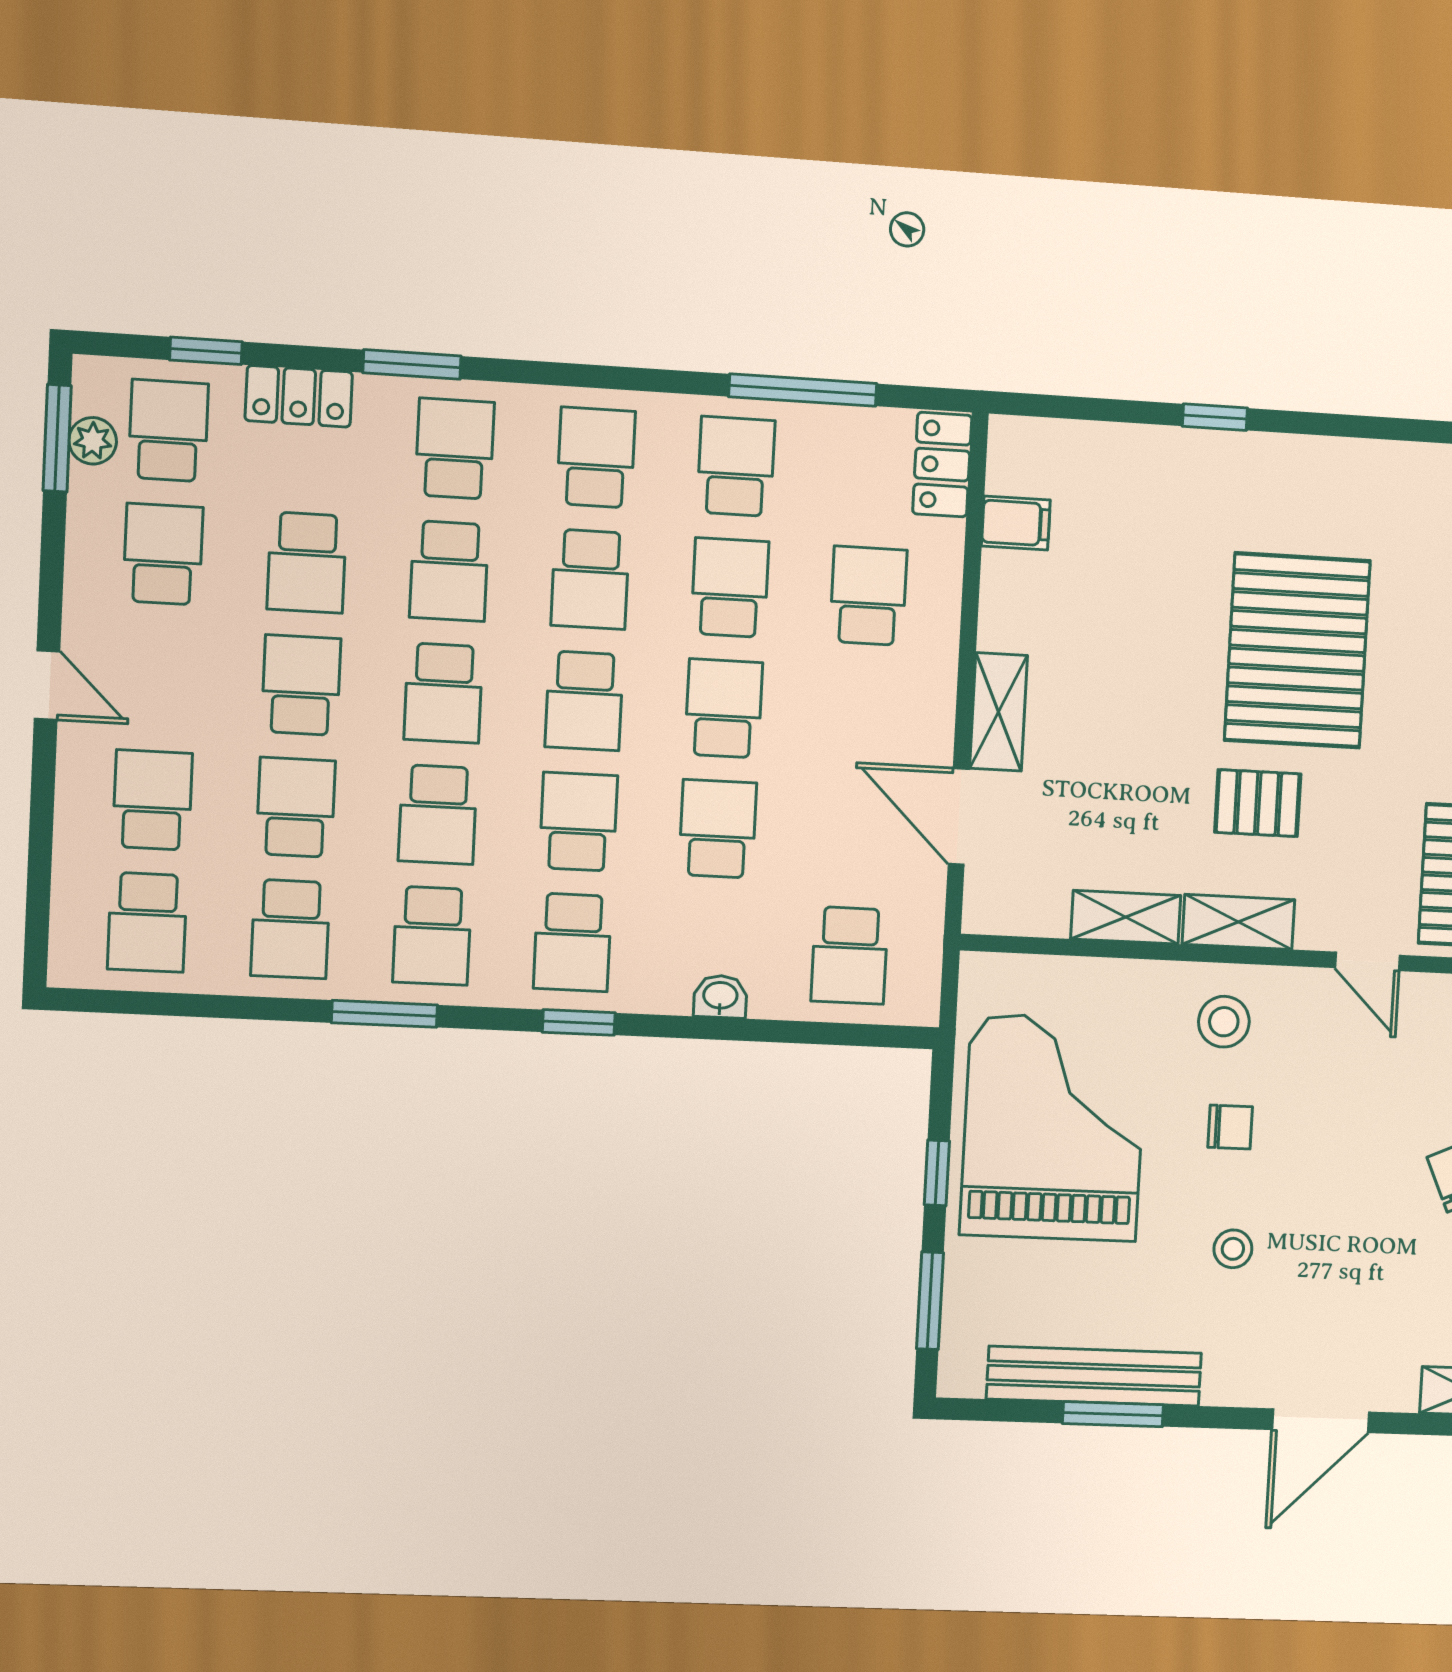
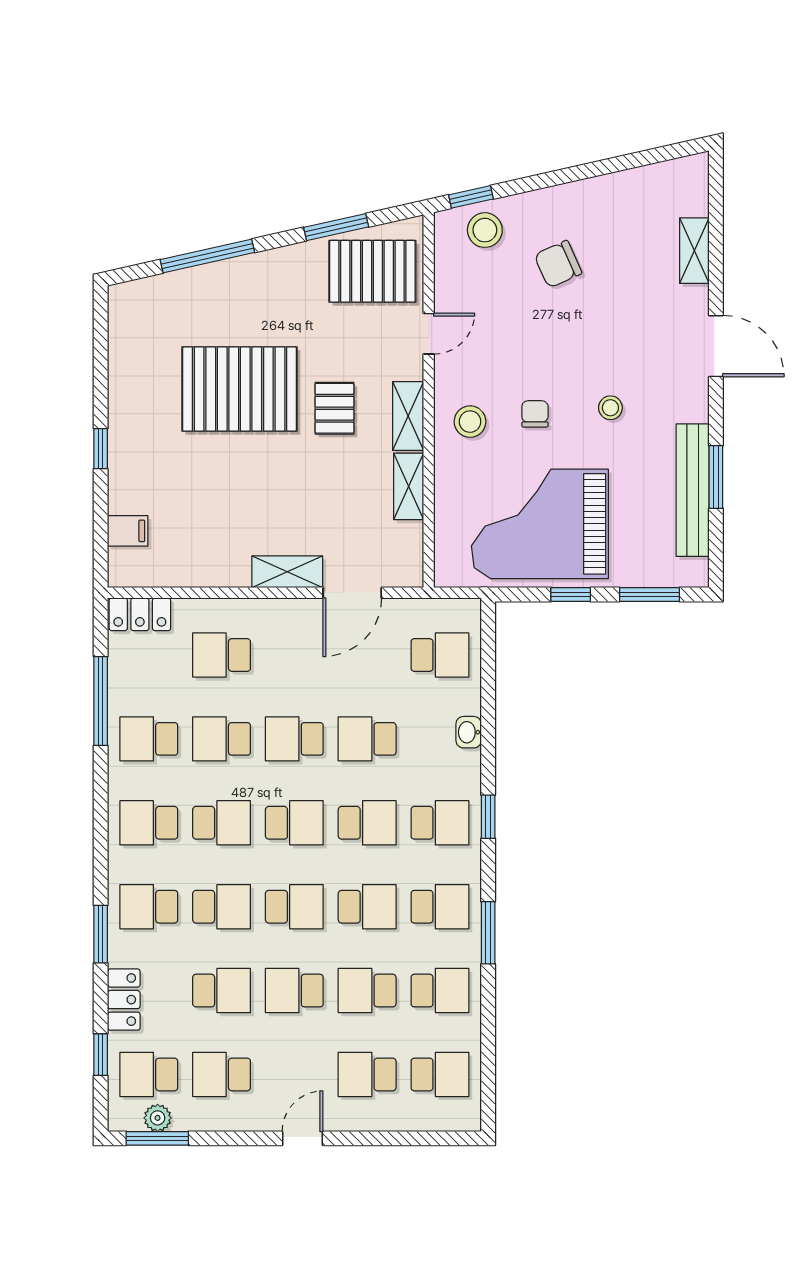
filing cabinet: (1016, 523) -> (128, 531), moved, turned 90
school desk: (578, 822) -> (367, 823), turned 180

